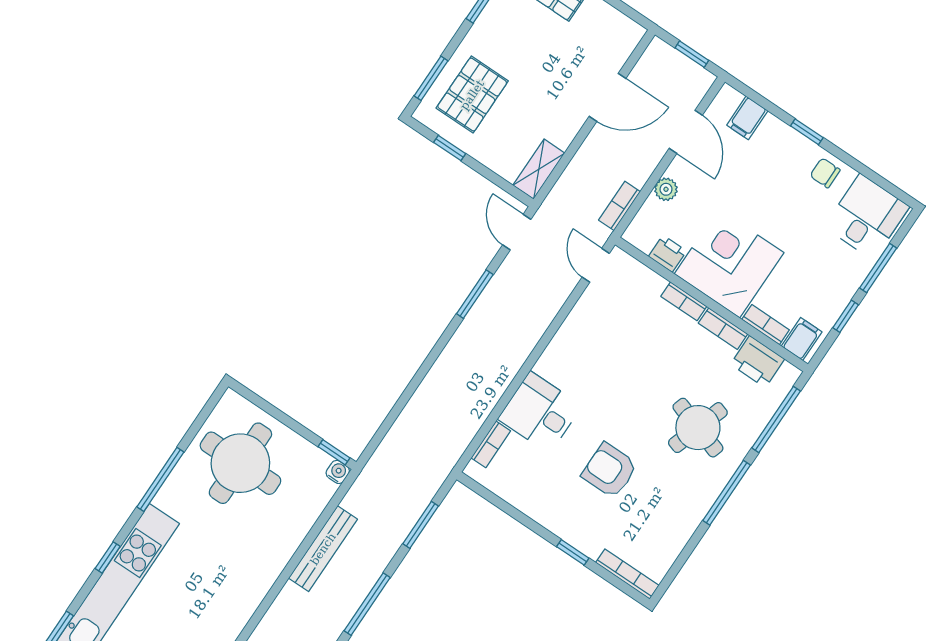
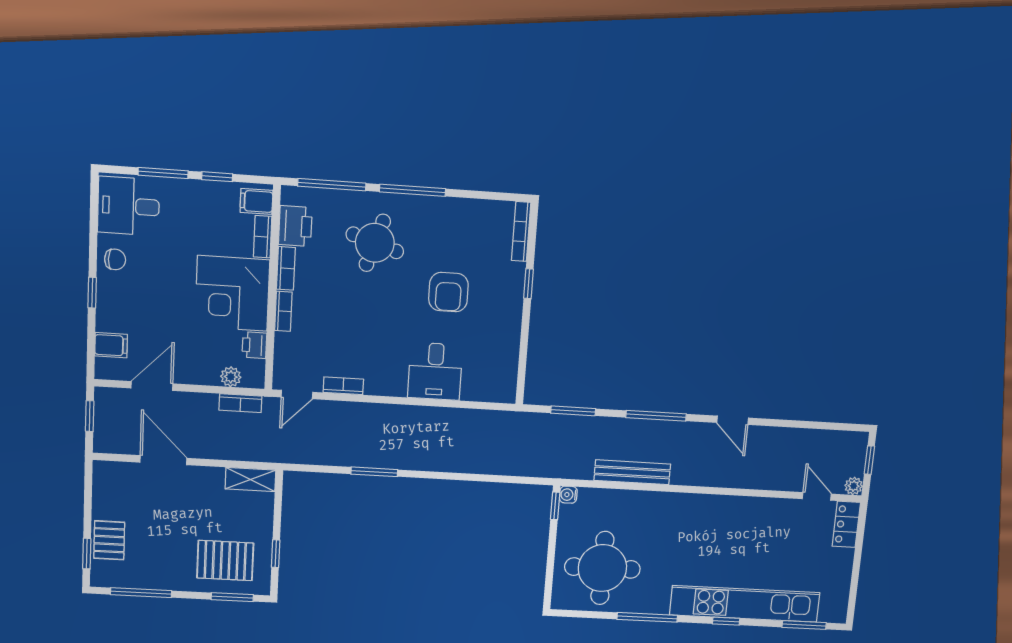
chair: (825, 173) -> (115, 259), turned -90
plant: (666, 189) -> (231, 377), moved
door: (517, 232) -> (308, 468), removed
bookcase: (491, 444) -> (343, 386), moved

